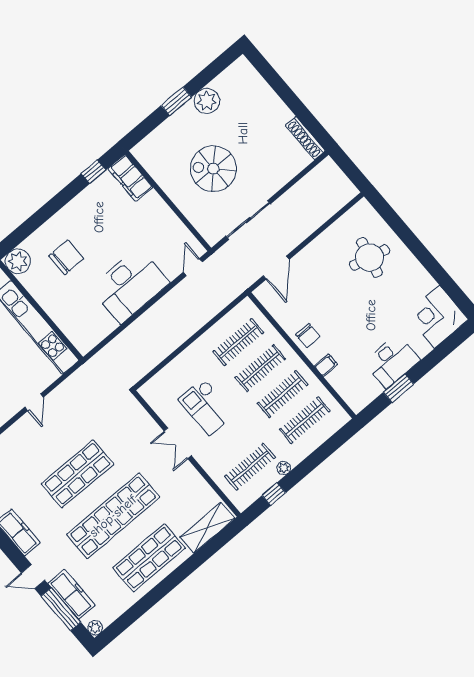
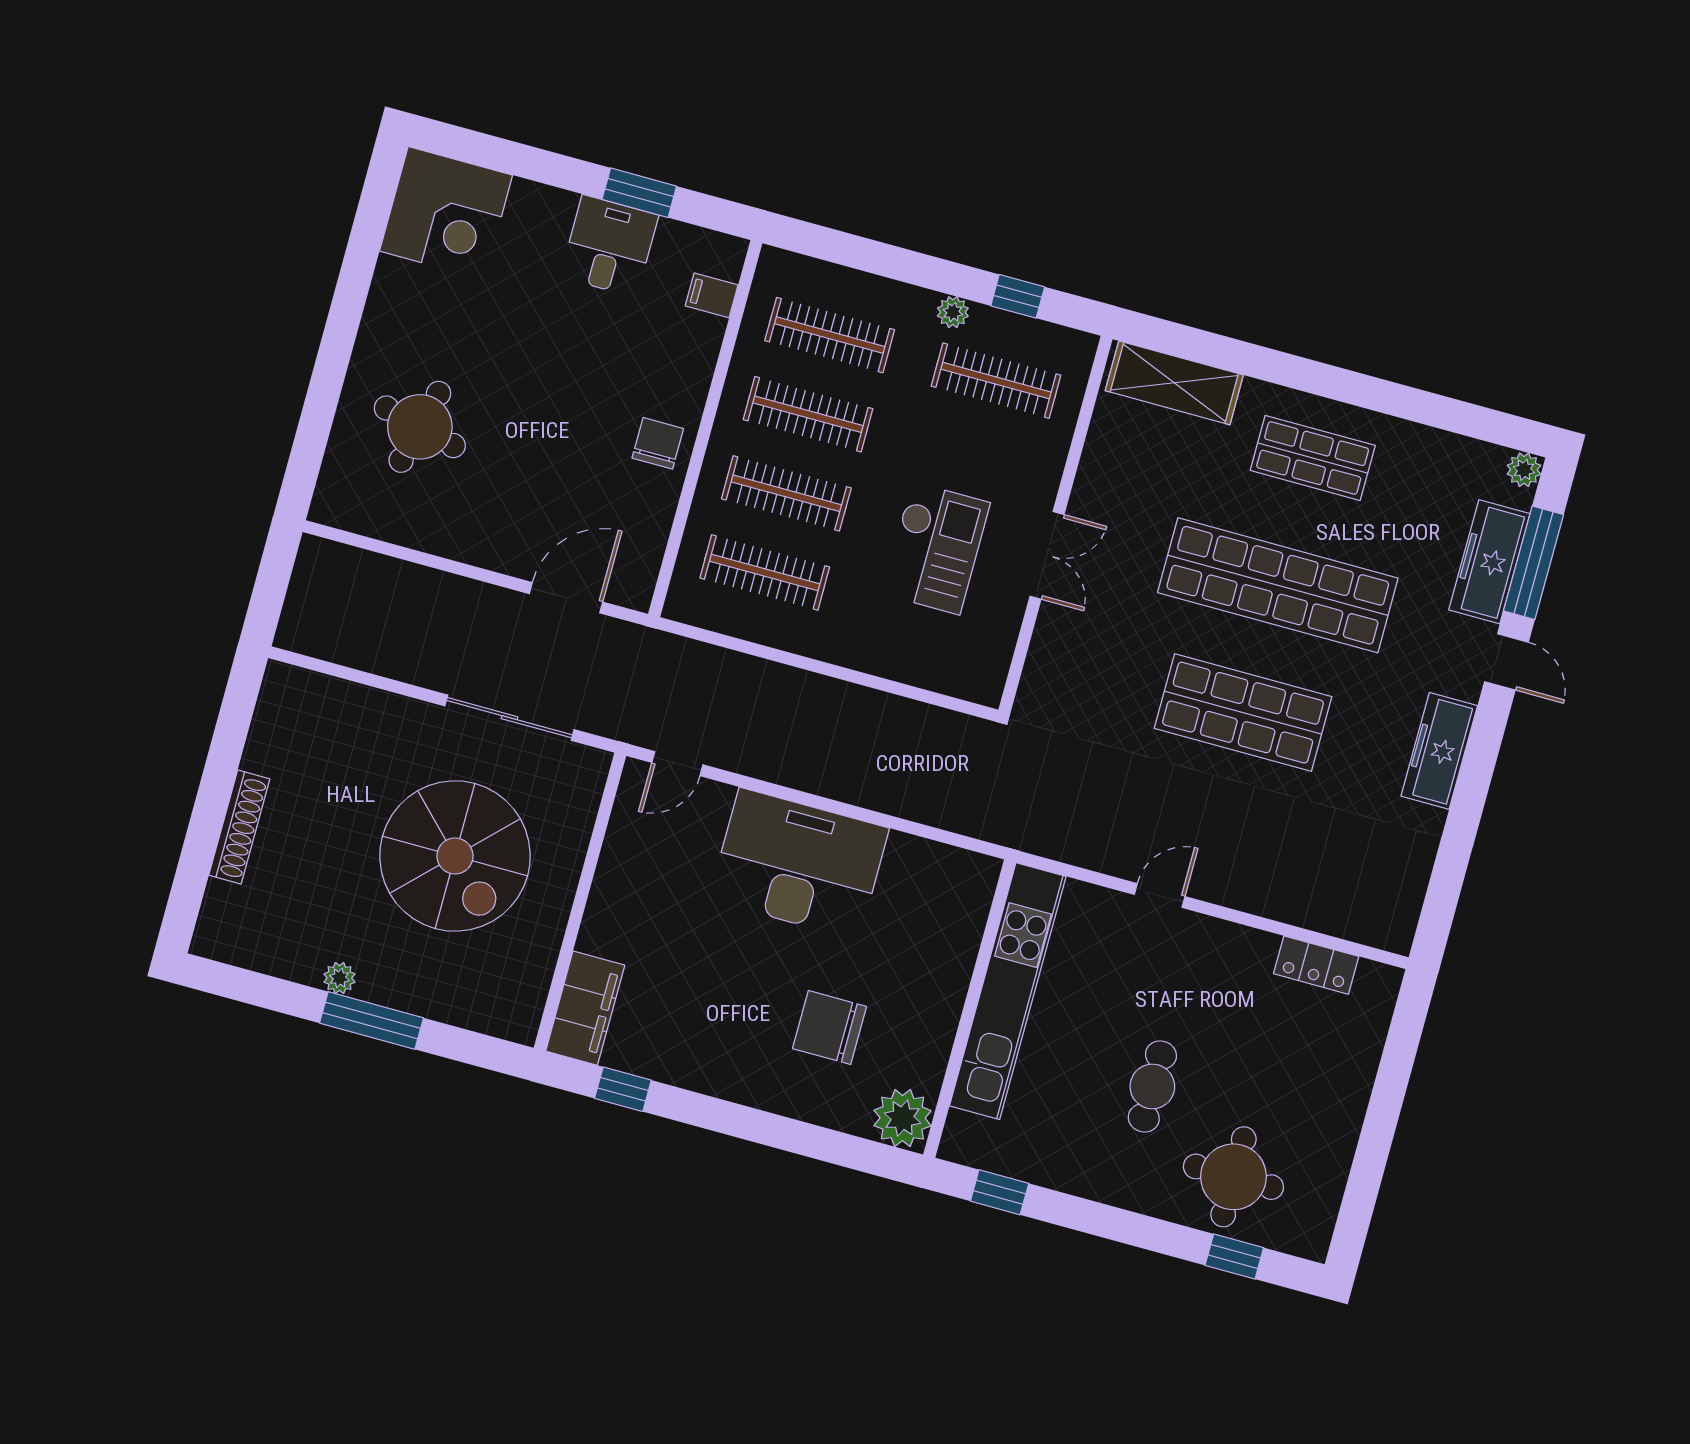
window: (176, 101) -> (372, 1020), width x1.44
plant: (207, 101) -> (339, 978), width x0.53, depth x0.53
shoe rack: (305, 138) -> (239, 827), moved
spiral stairs: (213, 169) -> (455, 856), width x1.37, depth x1.37
desk: (392, 361) -> (609, 246), width x0.73
filing cabinet: (326, 365) -> (712, 295), moved
shop shelf: (149, 558) -> (1313, 458), width x0.70, depth x0.74

